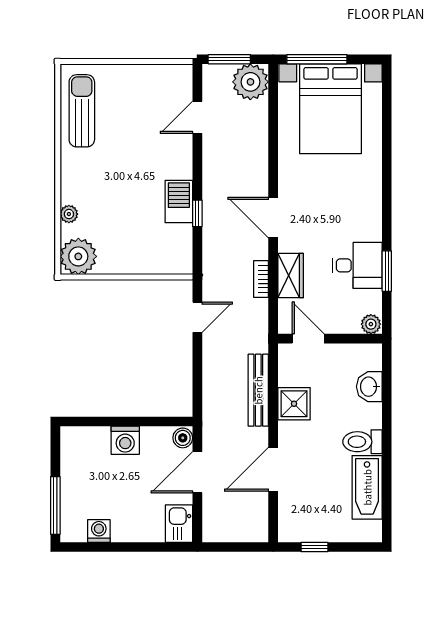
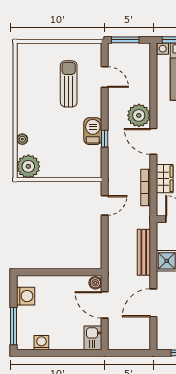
plant: (250, 82) -> (139, 115), moved
sun lounger: (82, 111) -> (69, 84), moved
door: (197, 117) -> (105, 77), swing flipped
bookcase: (261, 279) -> (146, 188), width x1.56
washing machine: (125, 440) -> (26, 296), moved, turned -90
door: (197, 472) -> (105, 305), hinge flipped

